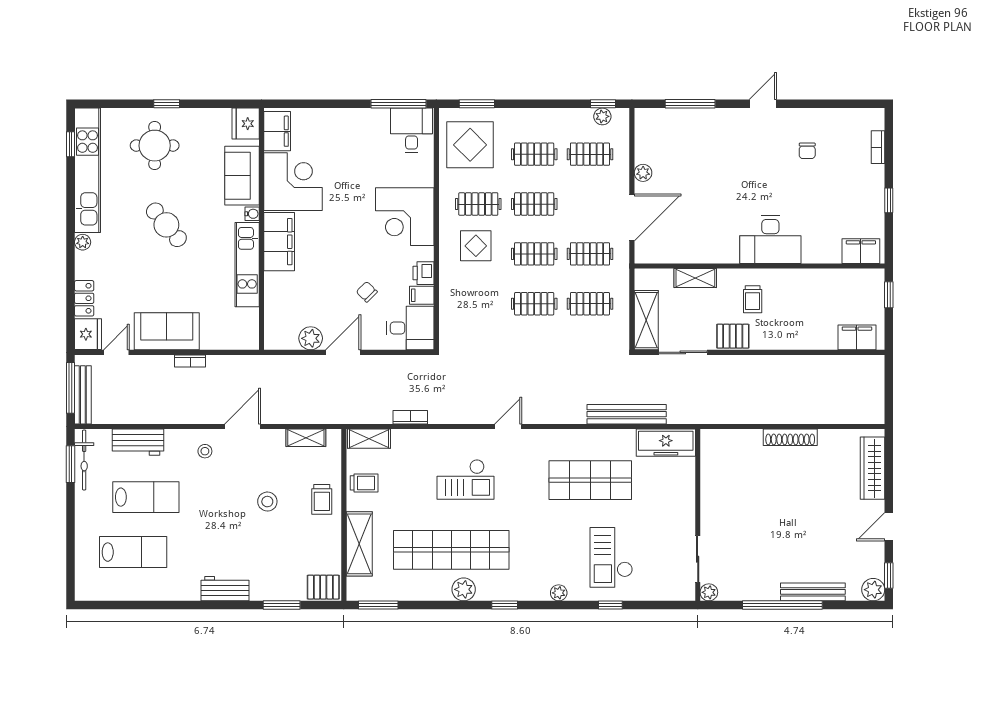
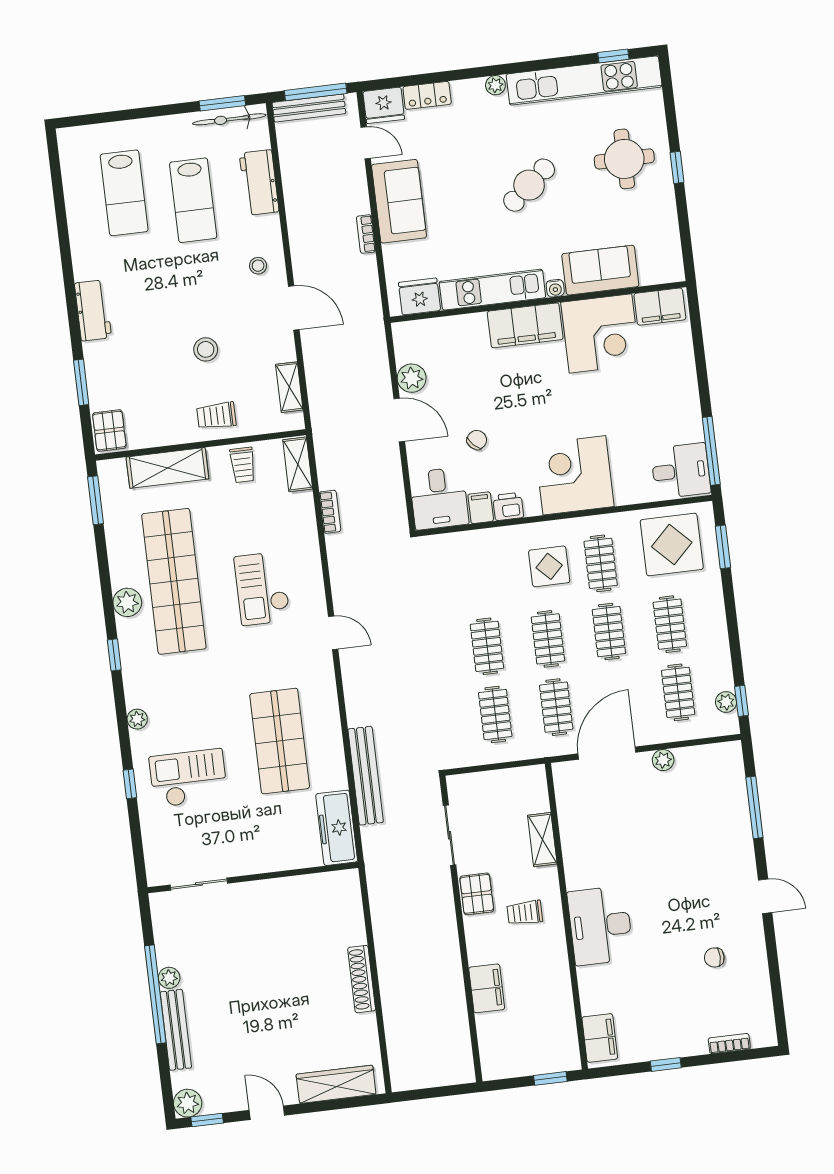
fridge: (246, 124) -> (419, 297), moved
door: (632, 218) -> (607, 753), swing flipped
shelving: (646, 320) -> (483, 786), removed
filing cabinet: (857, 337) -> (487, 988), moved
plant: (709, 592) -> (169, 978), moved

